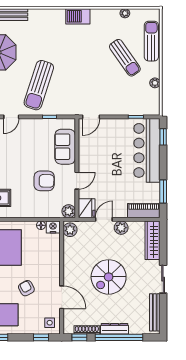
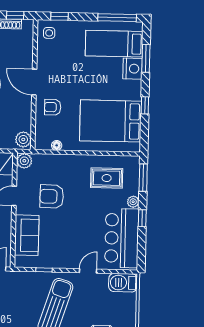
nightstand: (53, 227) -> (43, 143), removed
armchair: (26, 288) -> (53, 107), moved, turned 119
door: (62, 297) -> (34, 82), moved

